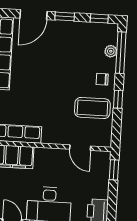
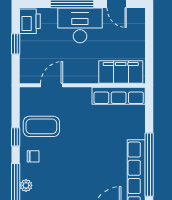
door: (80, 148) -> (52, 85), hinge flipped
window: (114, 170) -> (16, 44), moved

